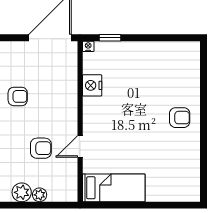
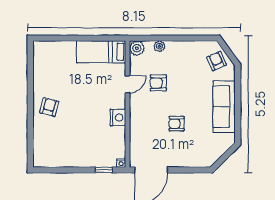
nightstand: (92, 85) -> (118, 118), moved
armchair: (180, 118) -> (49, 107), turned 105
plant: (22, 192) -> (137, 48), moved

